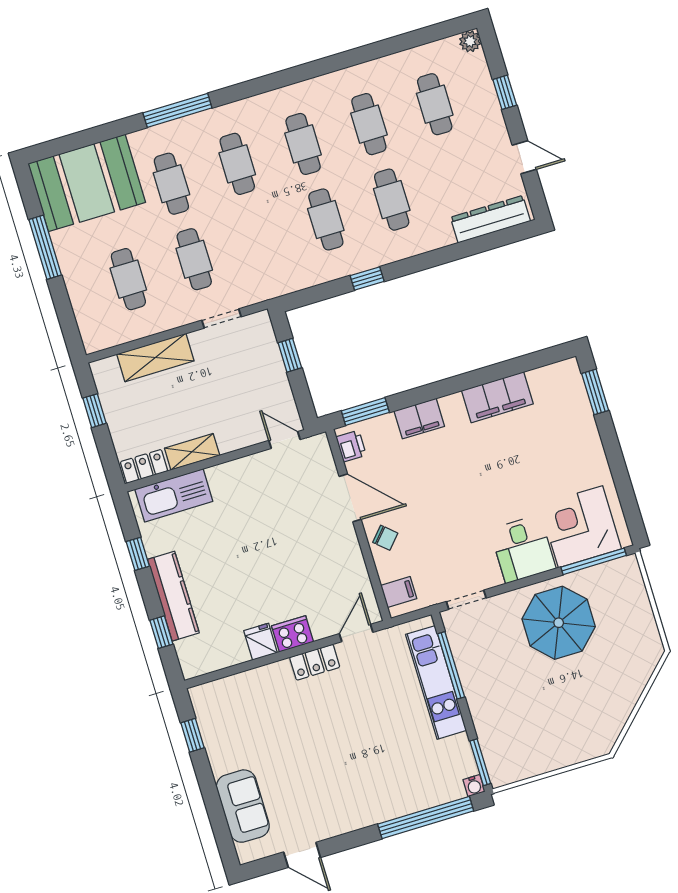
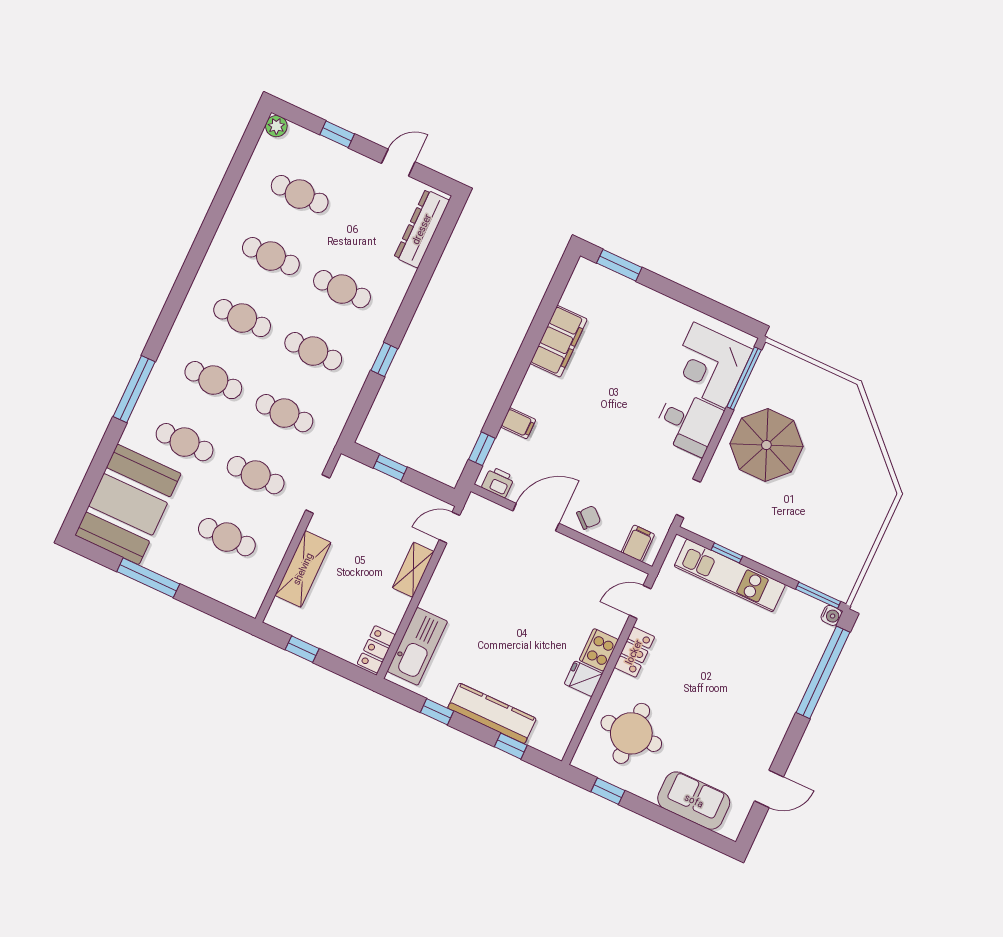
cafe table: (260, 239) -> (284, 413), added
window: (365, 412) -> (482, 449), width x0.67
filing cabinet: (419, 419) -> (518, 423), width x0.50
shelving: (192, 452) -> (413, 570), moved
door: (356, 633) -> (640, 602), hinge flipped
window: (451, 665) -> (727, 553), width x0.46
round table: (252, 714) -> (631, 733), added

